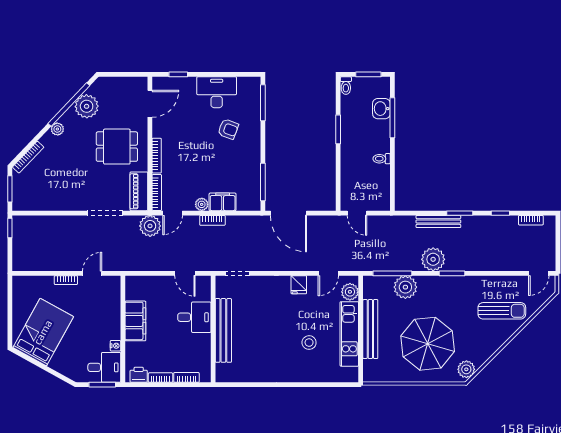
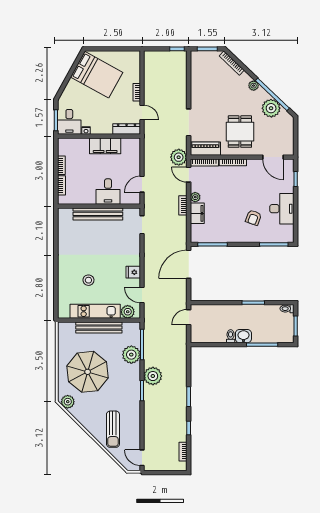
washbasin: (381, 109) -> (243, 336), moved
bench: (438, 222) -> (182, 380), removed
dresser: (114, 293) -> (127, 129), added
printer: (139, 375) -> (64, 148), removed

